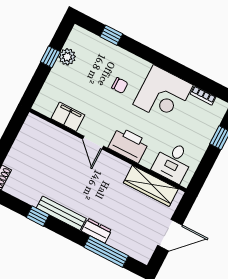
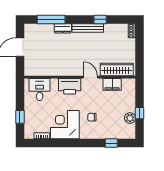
wardrobe: (151, 186) -> (117, 70), moved

